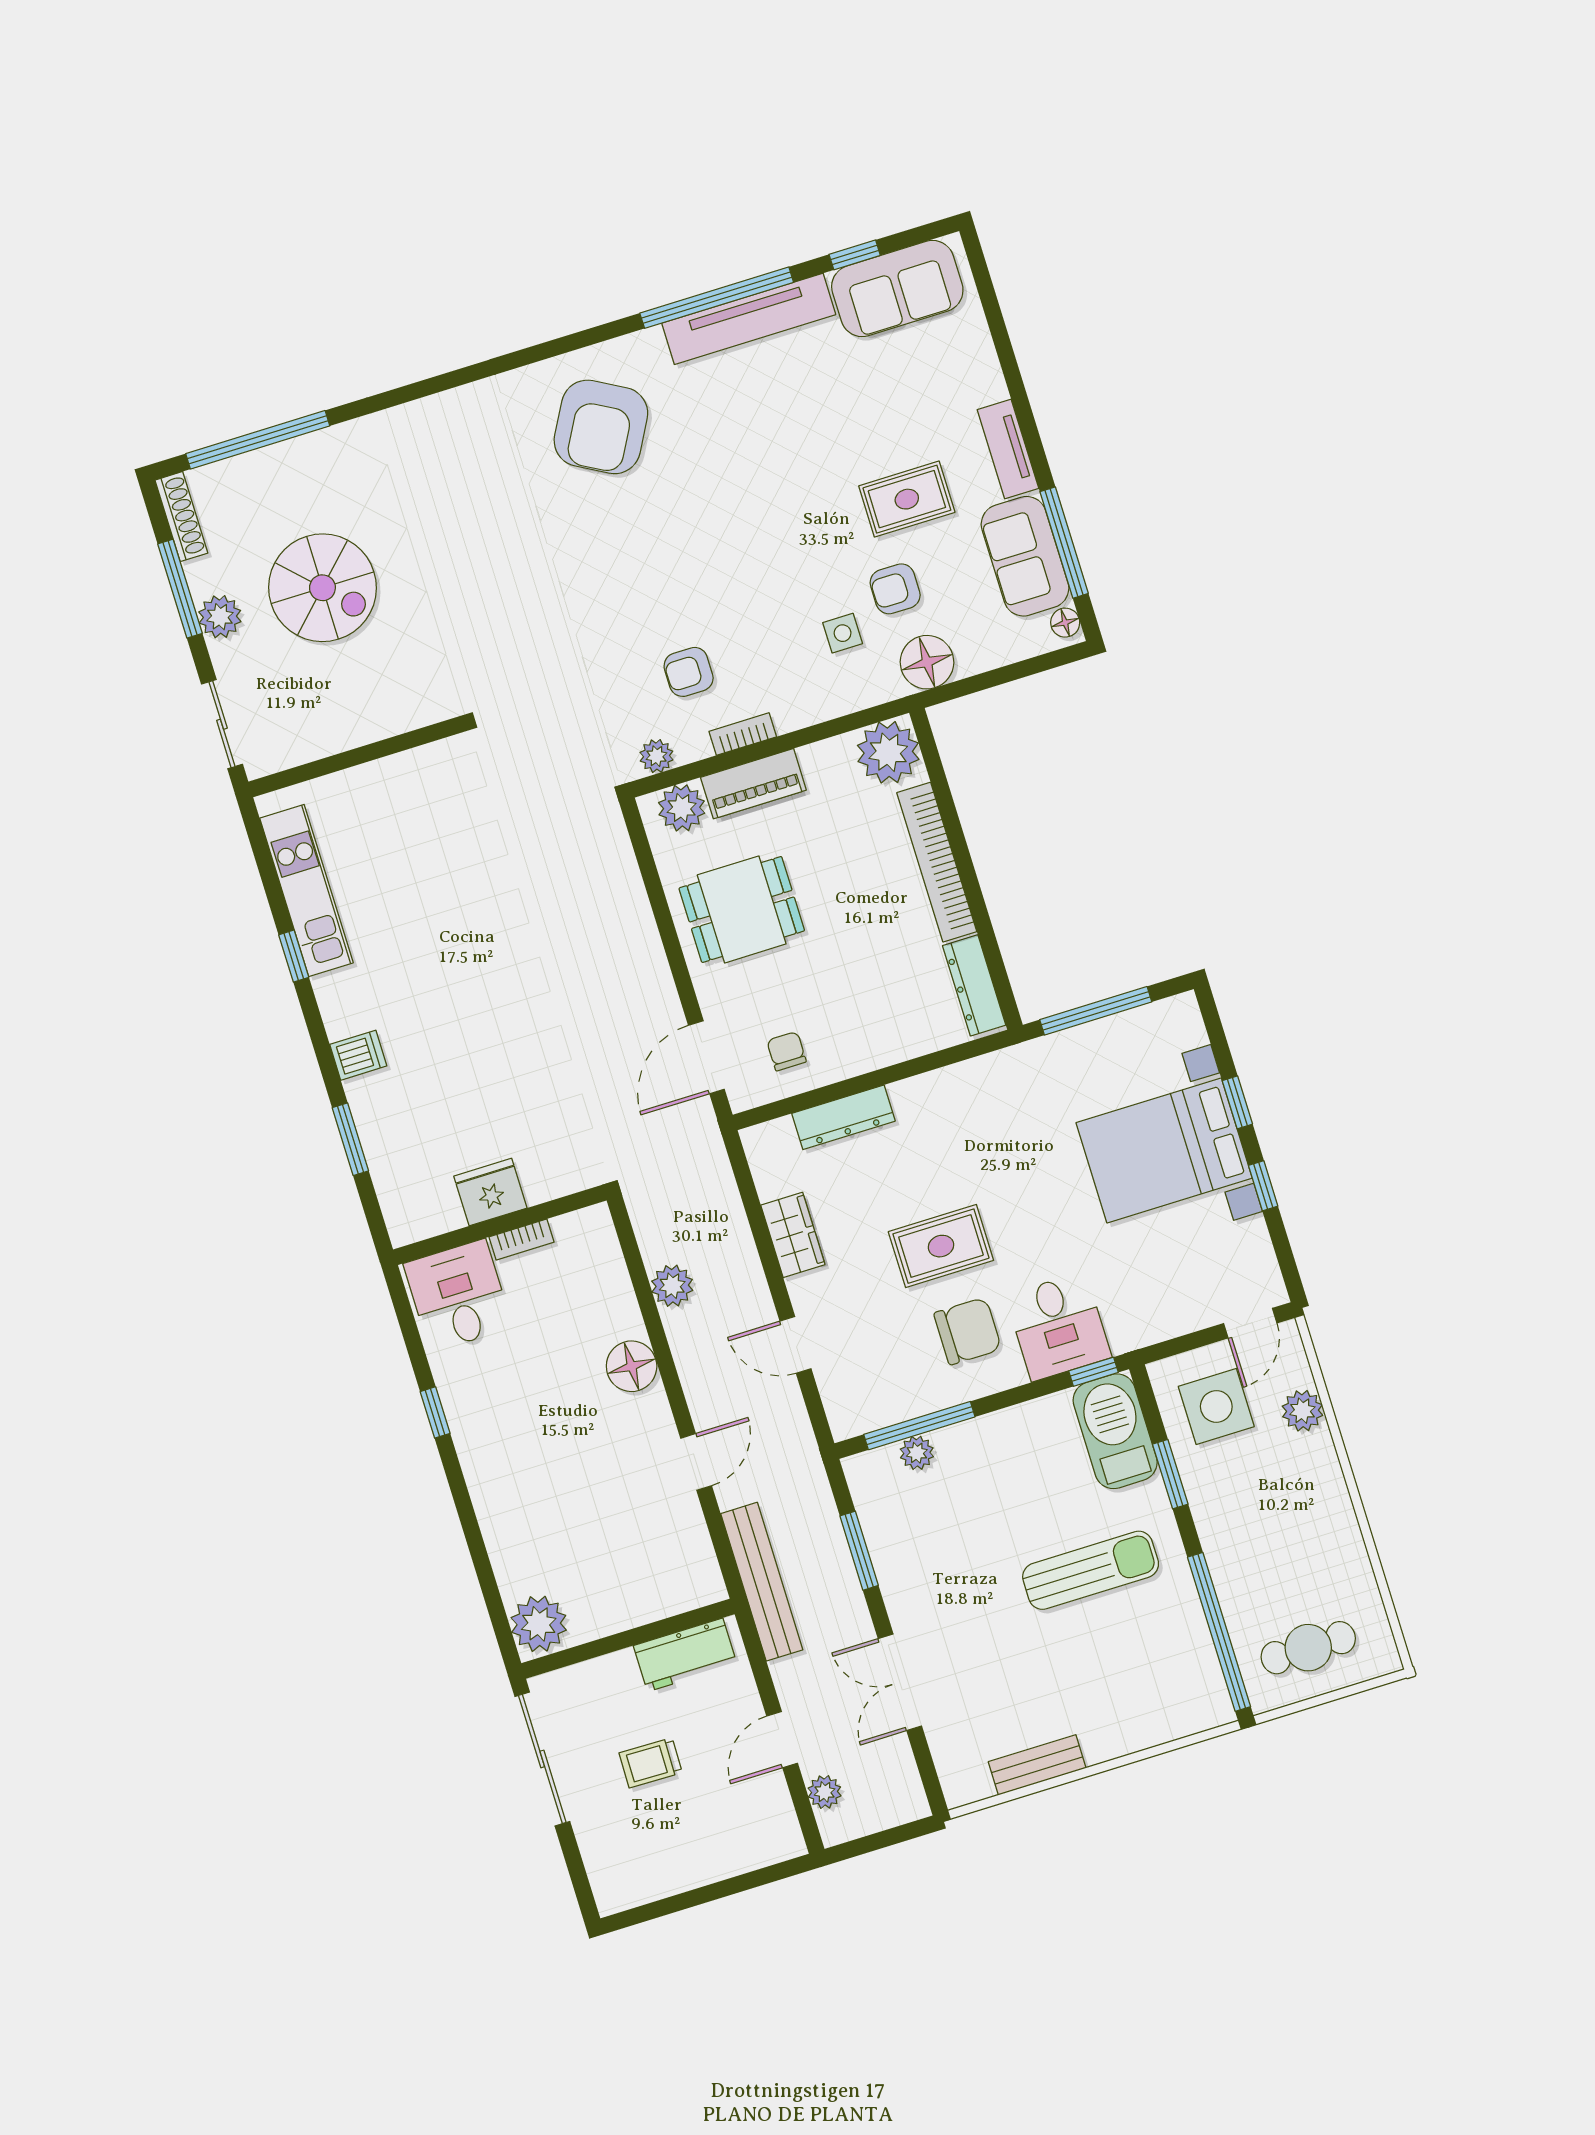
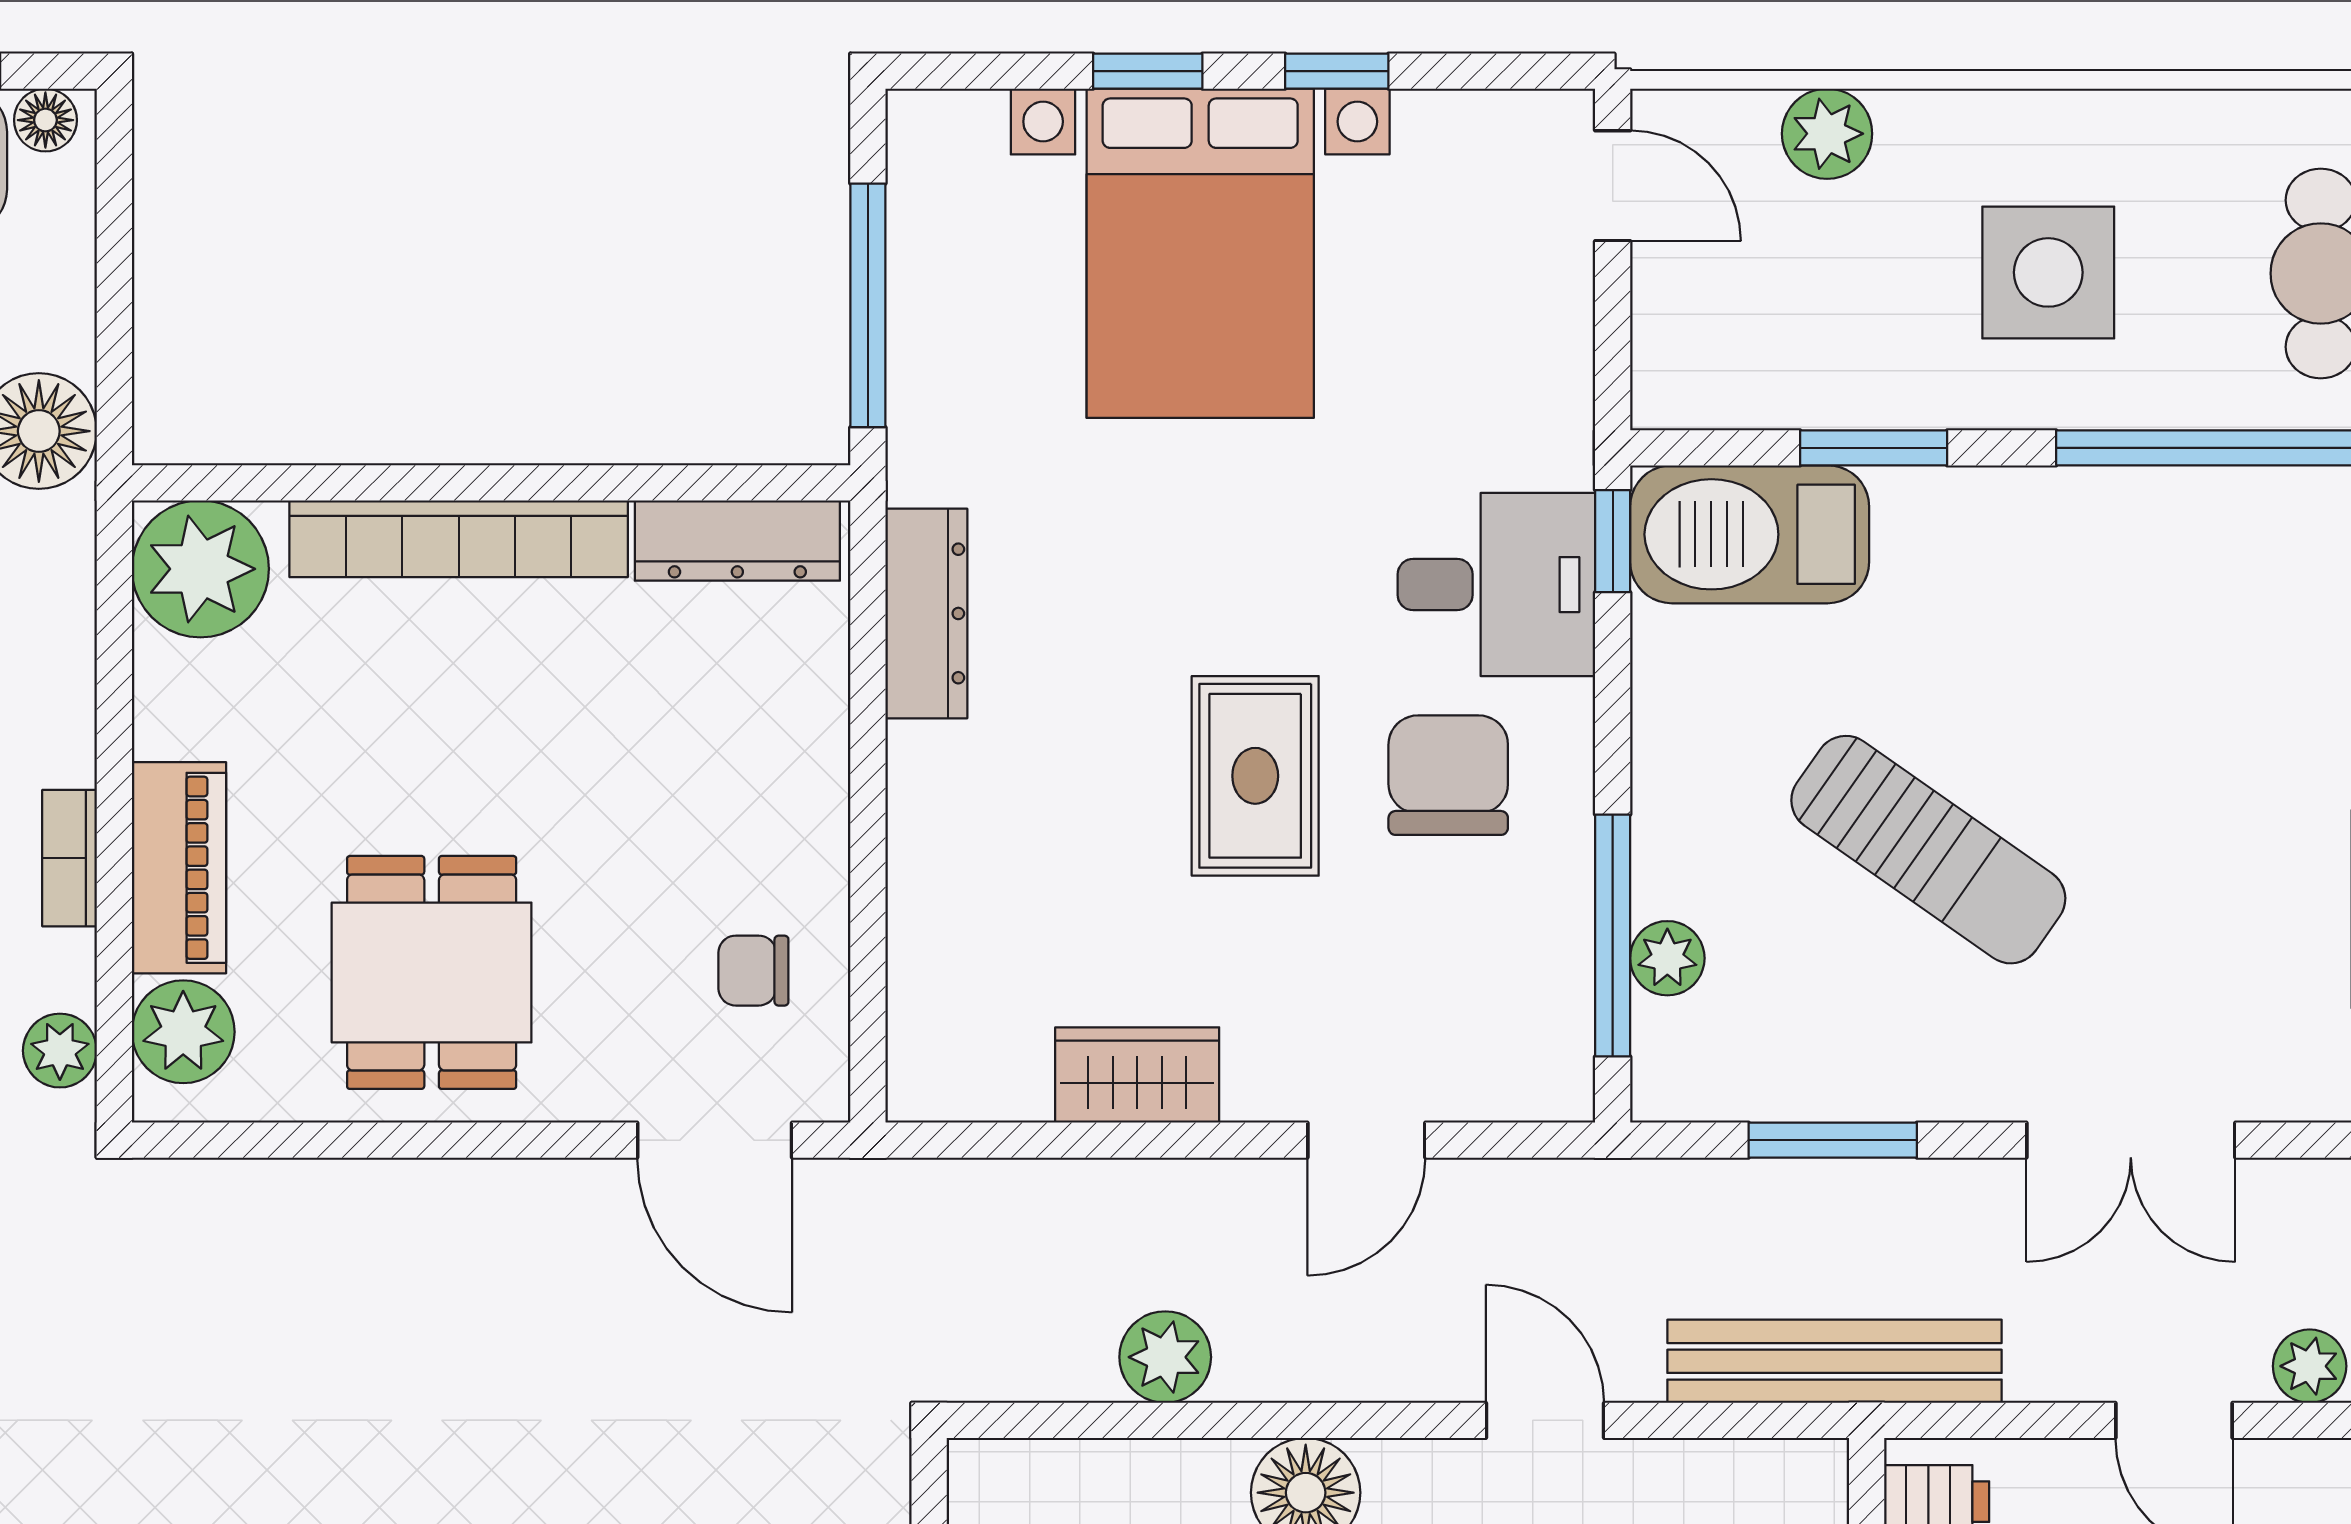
dresser: (843, 1117) -> (926, 613), moved
side table: (1216, 1406) -> (2048, 272), moved
sun lounger: (1091, 1570) -> (1928, 850), moved, turned 125

